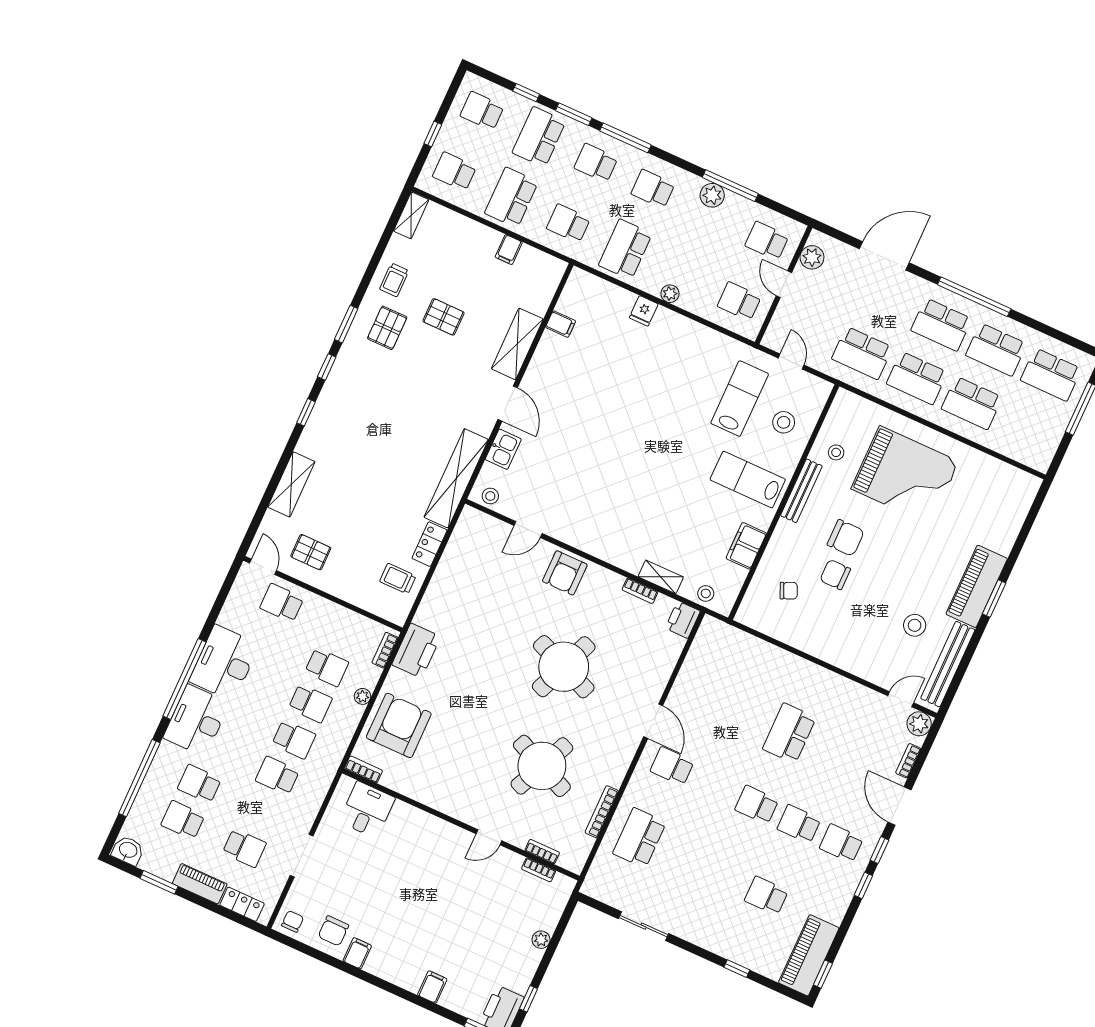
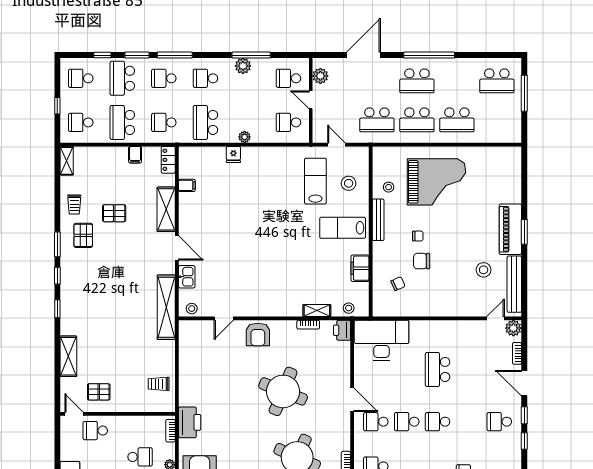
school desk: (996, 350) -> (457, 81), removed
chair: (846, 538) -> (418, 236), width x0.54, depth x0.54
locker: (429, 544) -> (168, 160), moved
desk: (731, 658) -> (382, 340), added
school desk: (799, 824) -> (407, 422), moved

